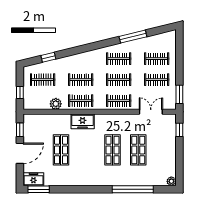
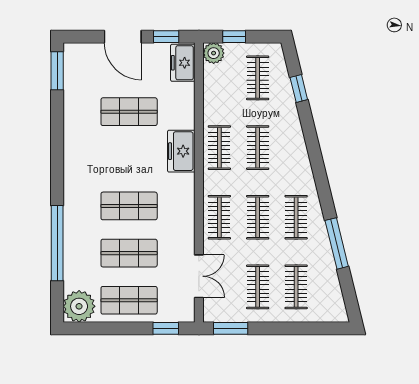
plant: (56, 104) -> (214, 53), moved
shop shelf: (164, 150) -> (129, 300), added
freezer: (33, 179) -> (183, 63), moved, turned 180
plant: (171, 181) -> (79, 306), width x1.87, depth x1.87

